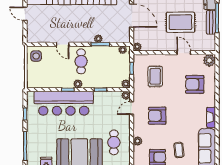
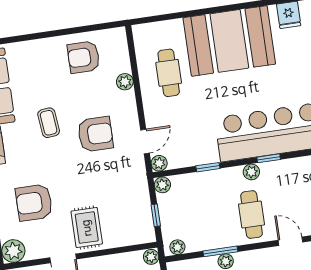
rug: (155, 76) -> (87, 228), moved
armchair: (195, 84) -> (34, 203), turned 180
coffee table: (179, 150) -> (49, 123), moved

